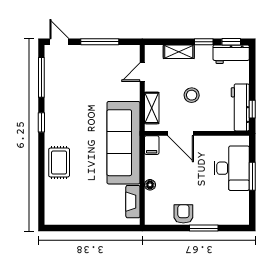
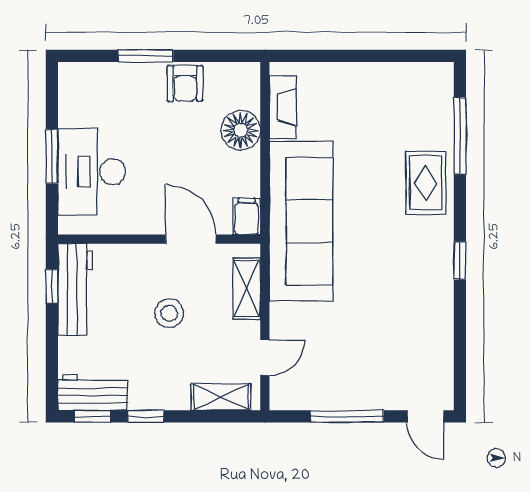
shelving: (179, 52) -> (221, 397), moved
window: (41, 77) -> (460, 136), moved
floor lamp: (150, 185) -> (241, 130), width x1.89, depth x1.89

